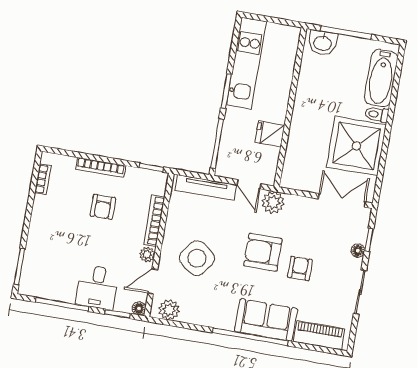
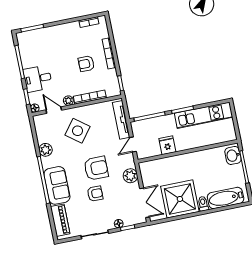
plant: (273, 202) -> (130, 176), moved
armchair: (263, 252) -> (96, 168), turned 90
plant: (169, 310) -> (46, 150), moved

